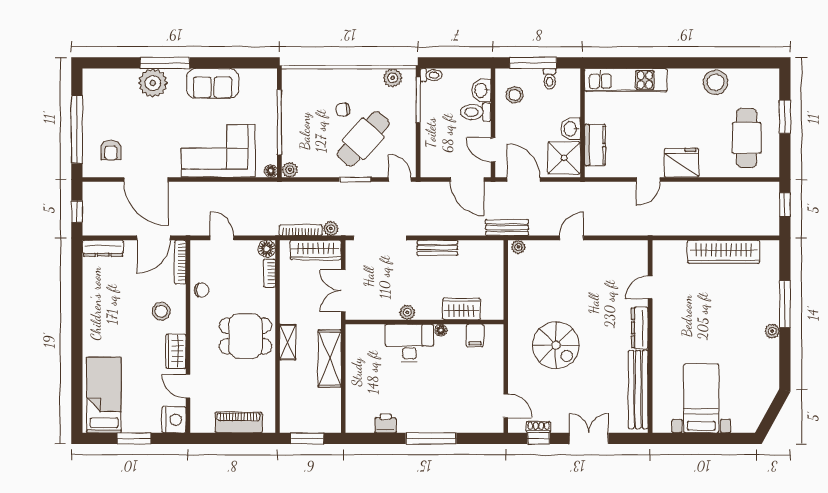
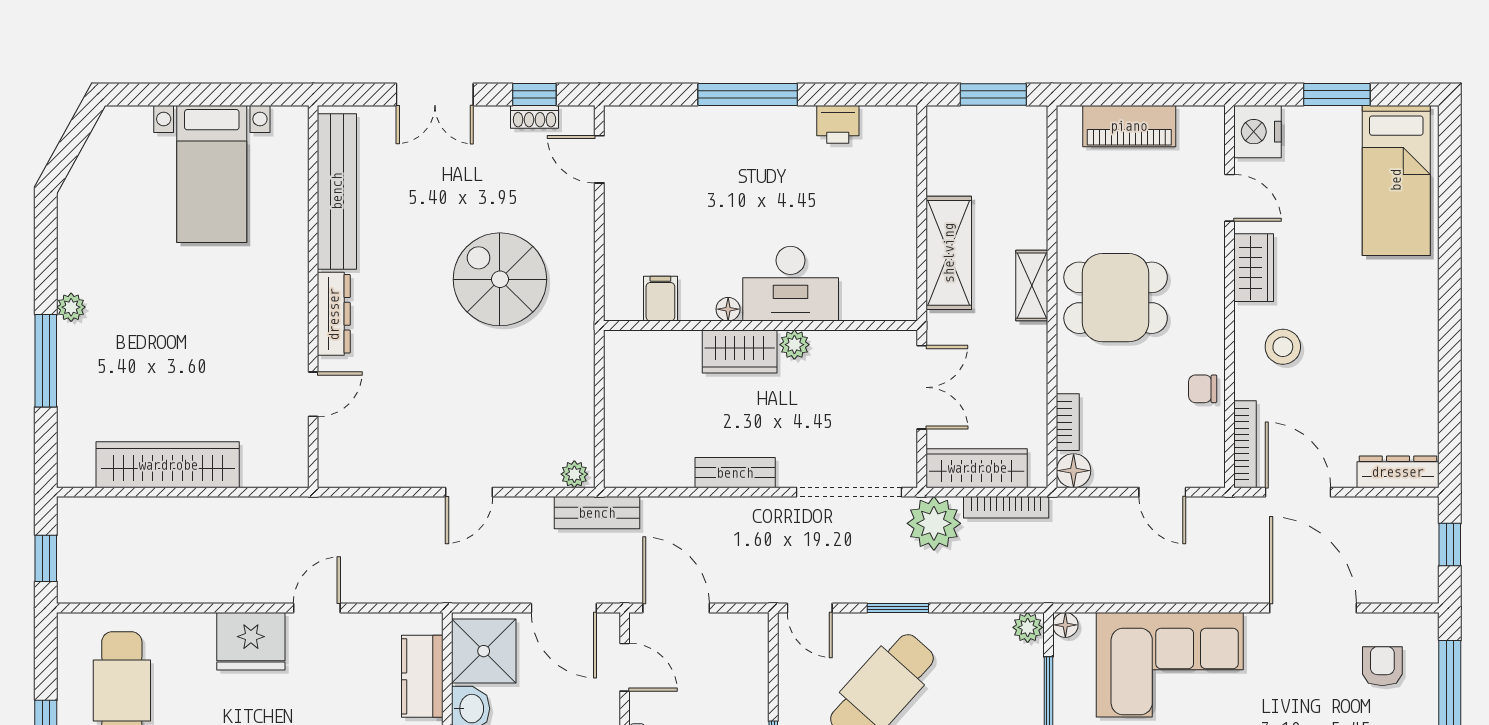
plant: (331, 228) -> (934, 523), width x1.88, depth x1.88
door: (153, 238) -> (1298, 492), hinge flipped
wardrobe: (461, 309) -> (740, 351), moved

